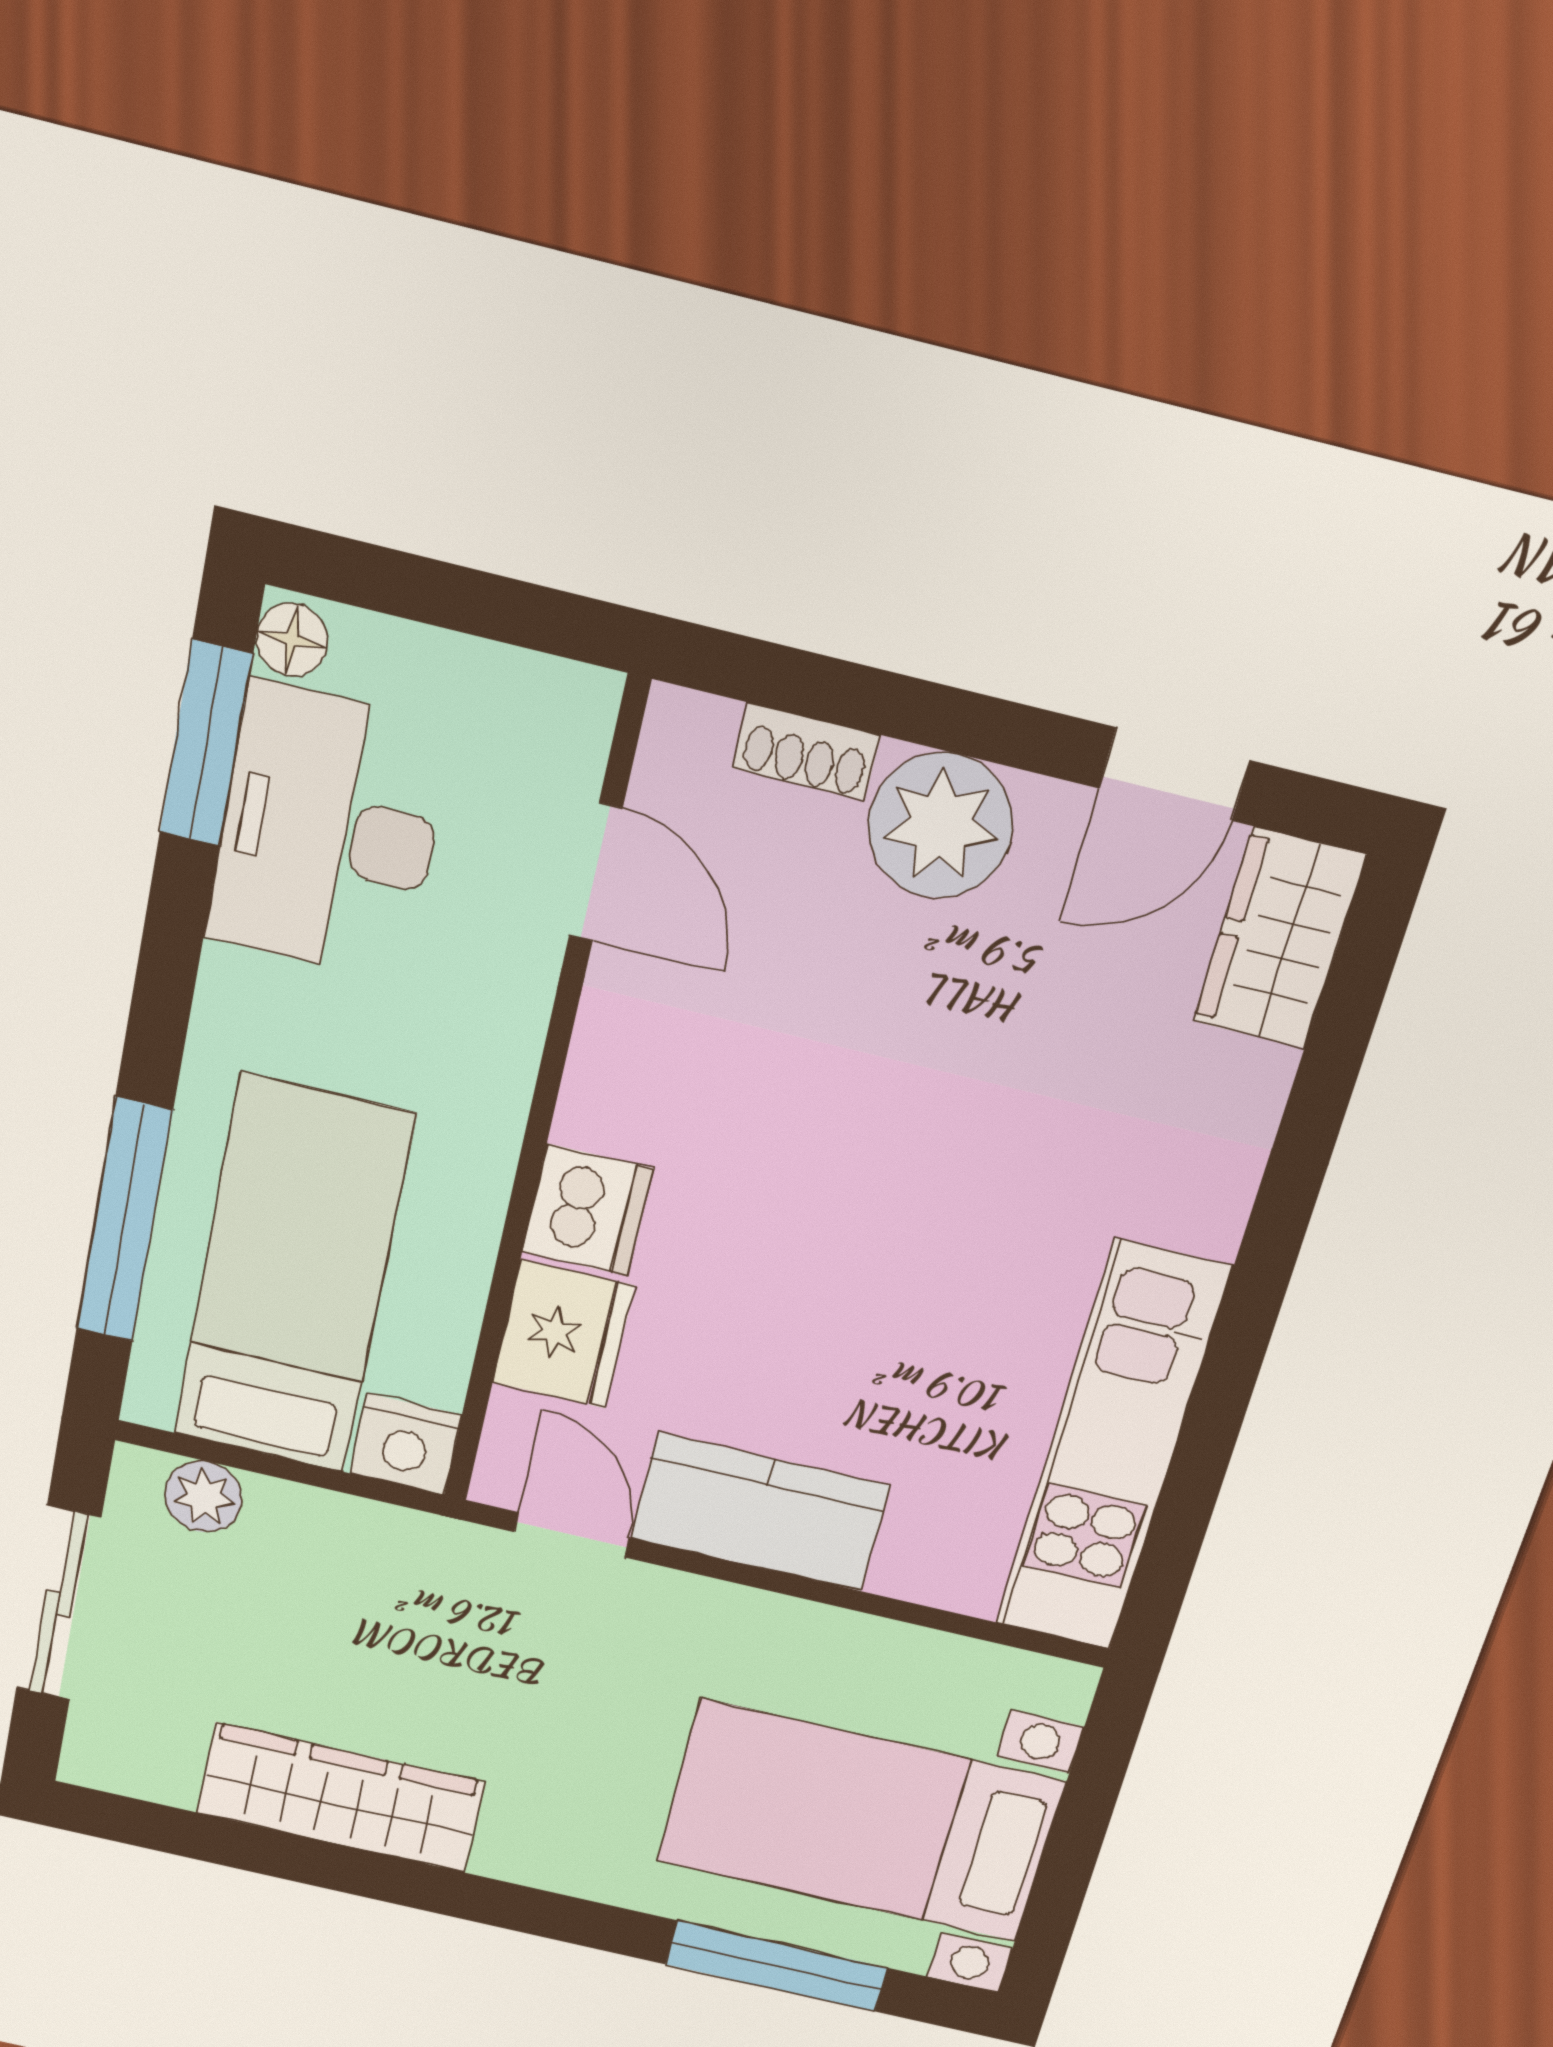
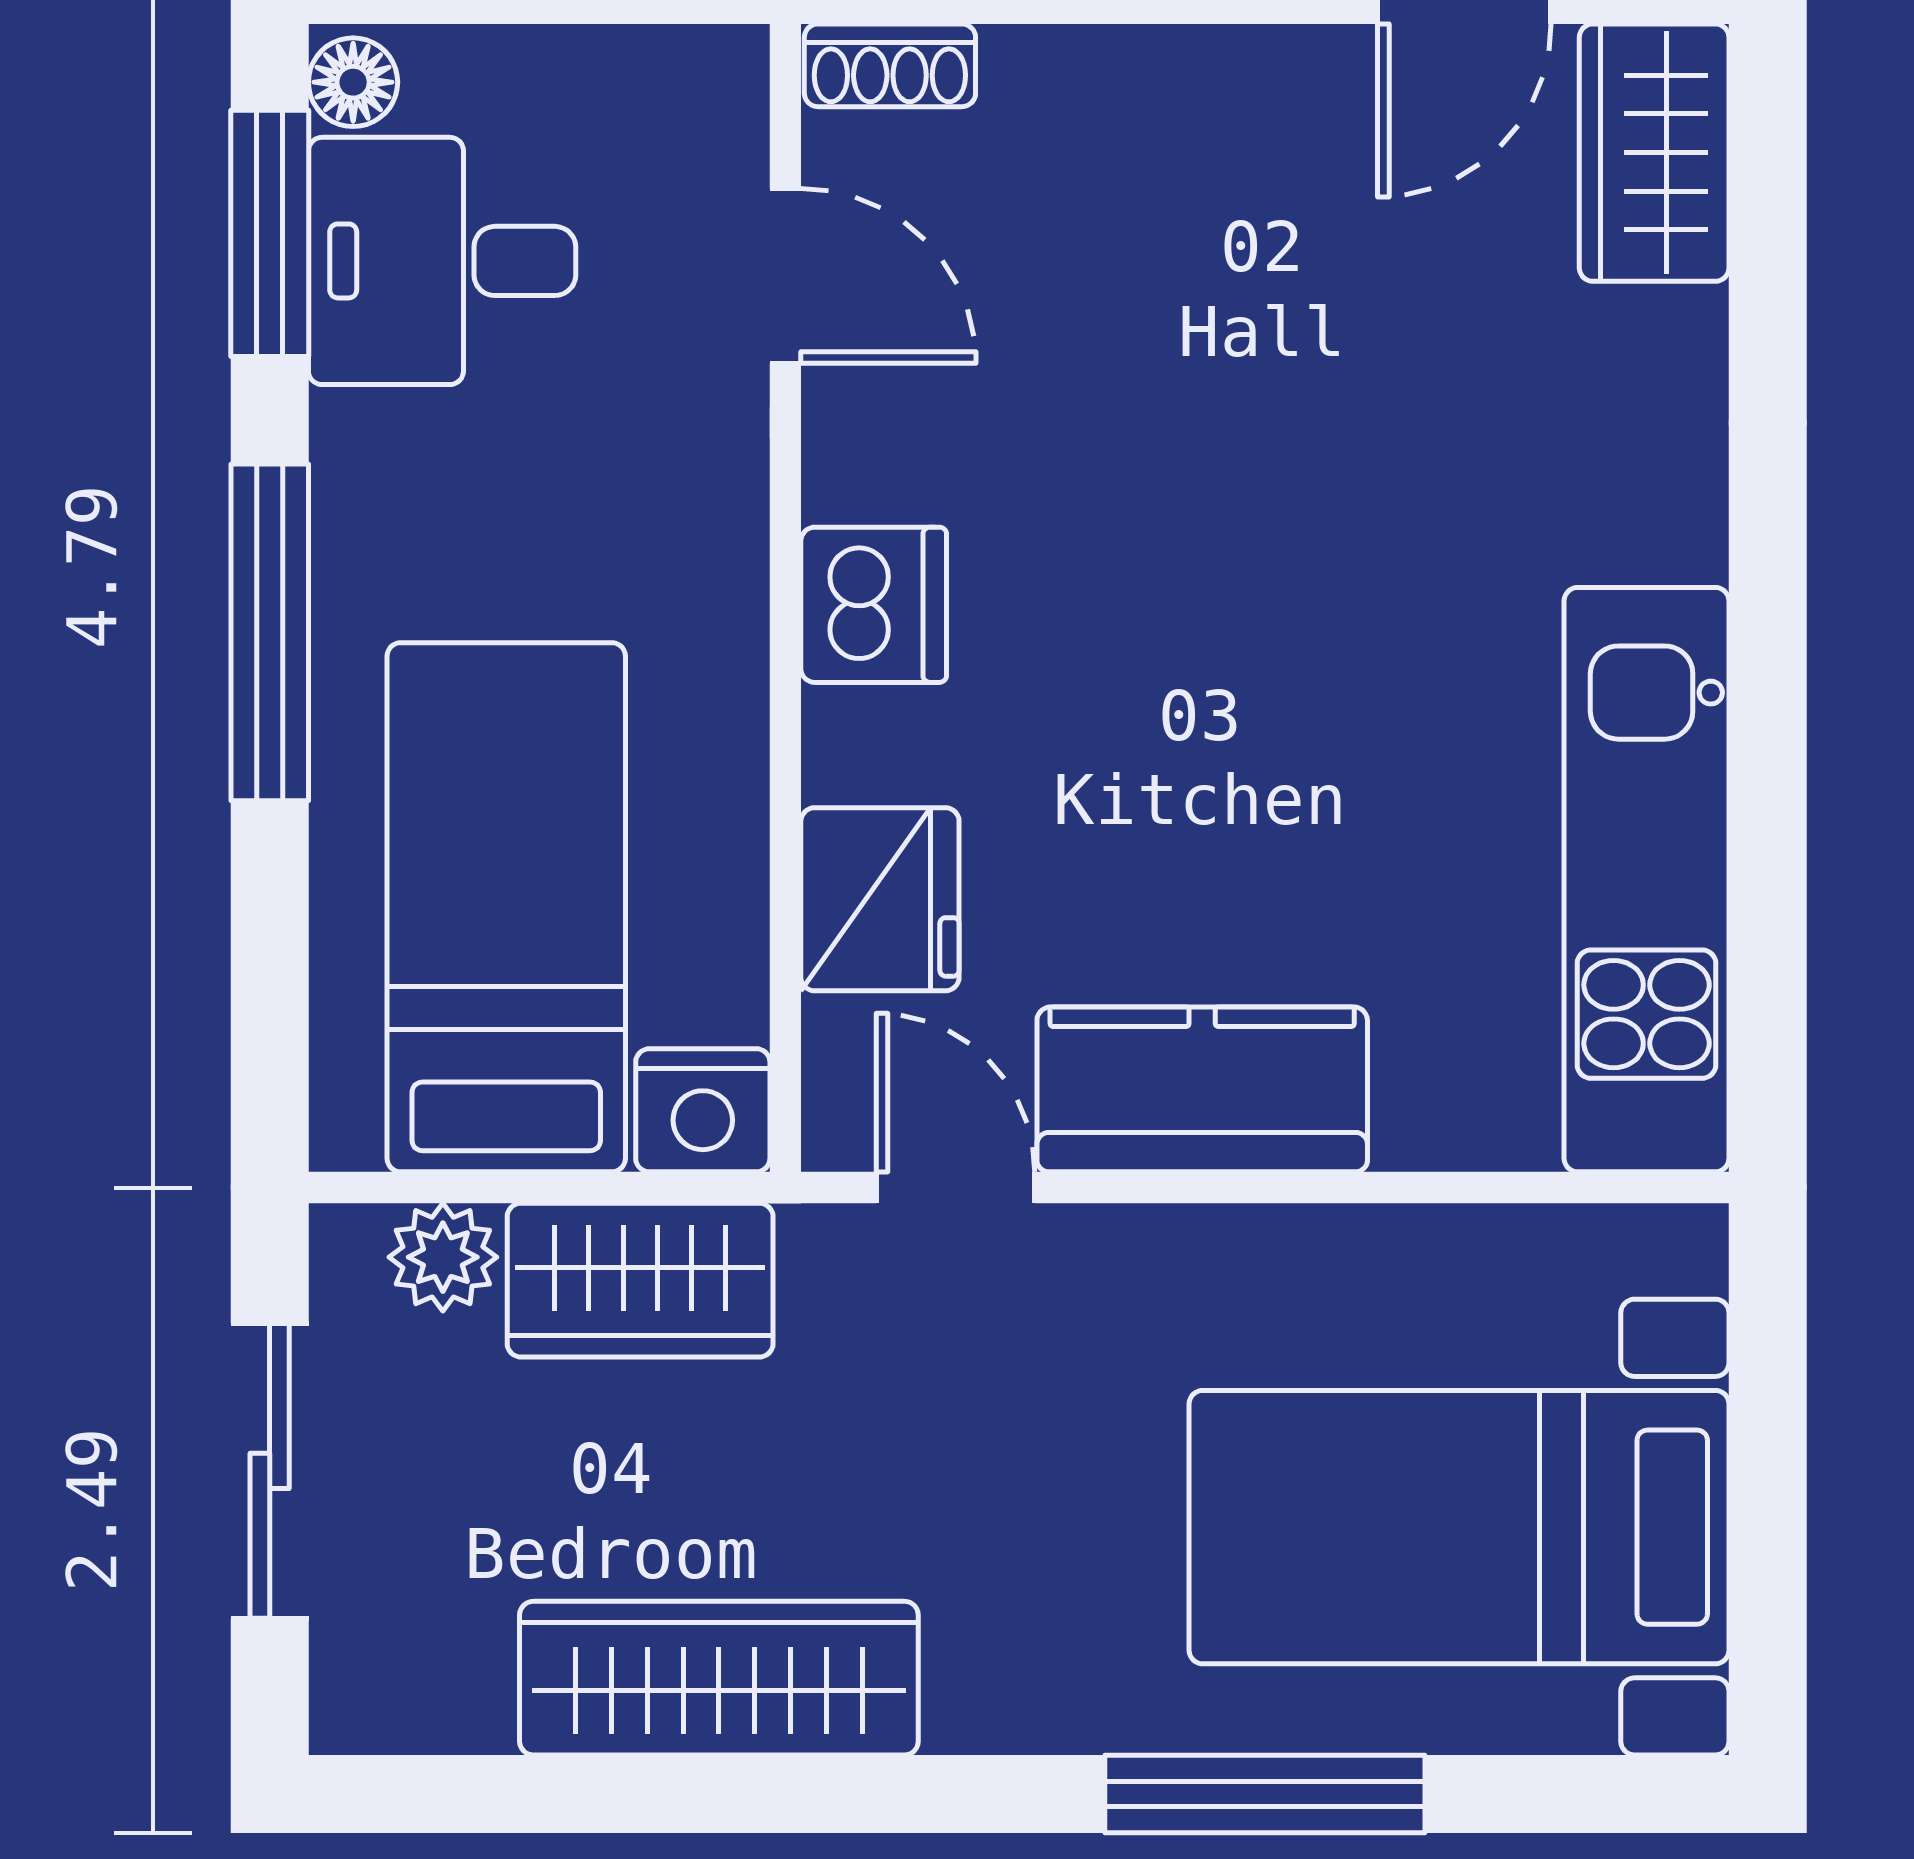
shoe rack: (806, 752) -> (890, 65), moved
plant: (940, 825) -> (1197, 115), removed
desk: (328, 833) -> (442, 261), width x0.73
dishwasher: (587, 1210) -> (874, 605), moved
window: (124, 1221) -> (270, 632), moved
wardrobe: (338, 1543) -> (640, 1280), added
window: (776, 1966) -> (1265, 1794), moved

